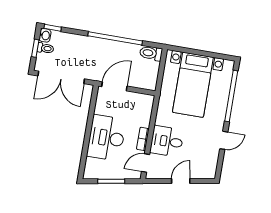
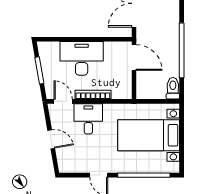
bookcase: (143, 139) -> (93, 95), width x1.56

